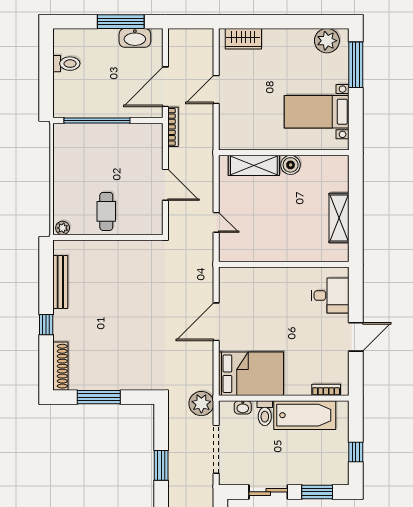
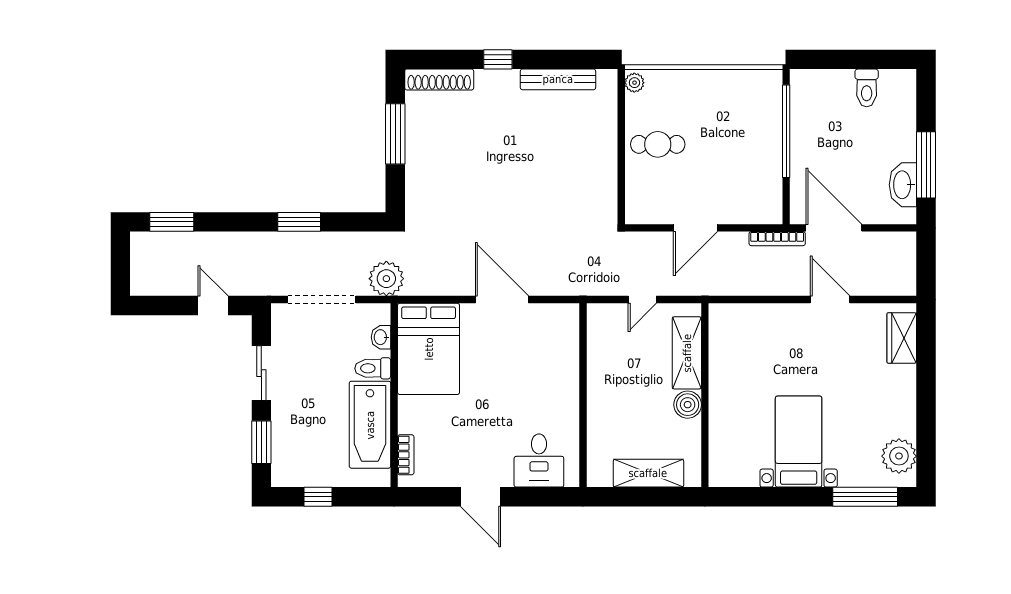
wall: (284, 153) -> (705, 395), moved
shelving: (254, 165) -> (687, 353), moved
boiler: (291, 165) -> (688, 405), moved

